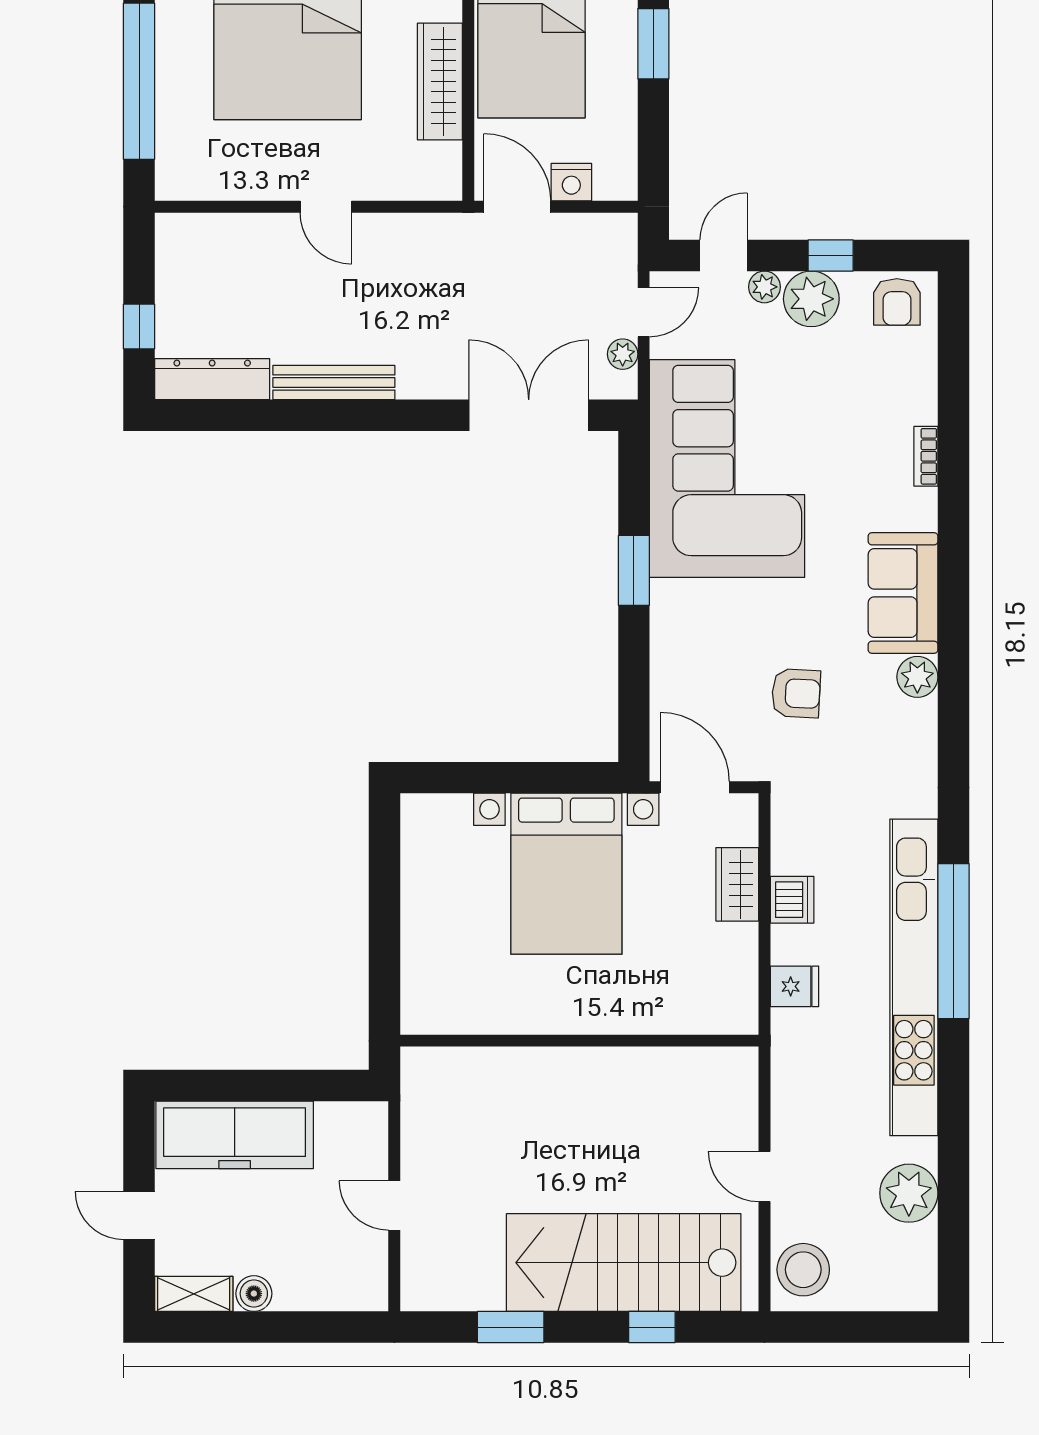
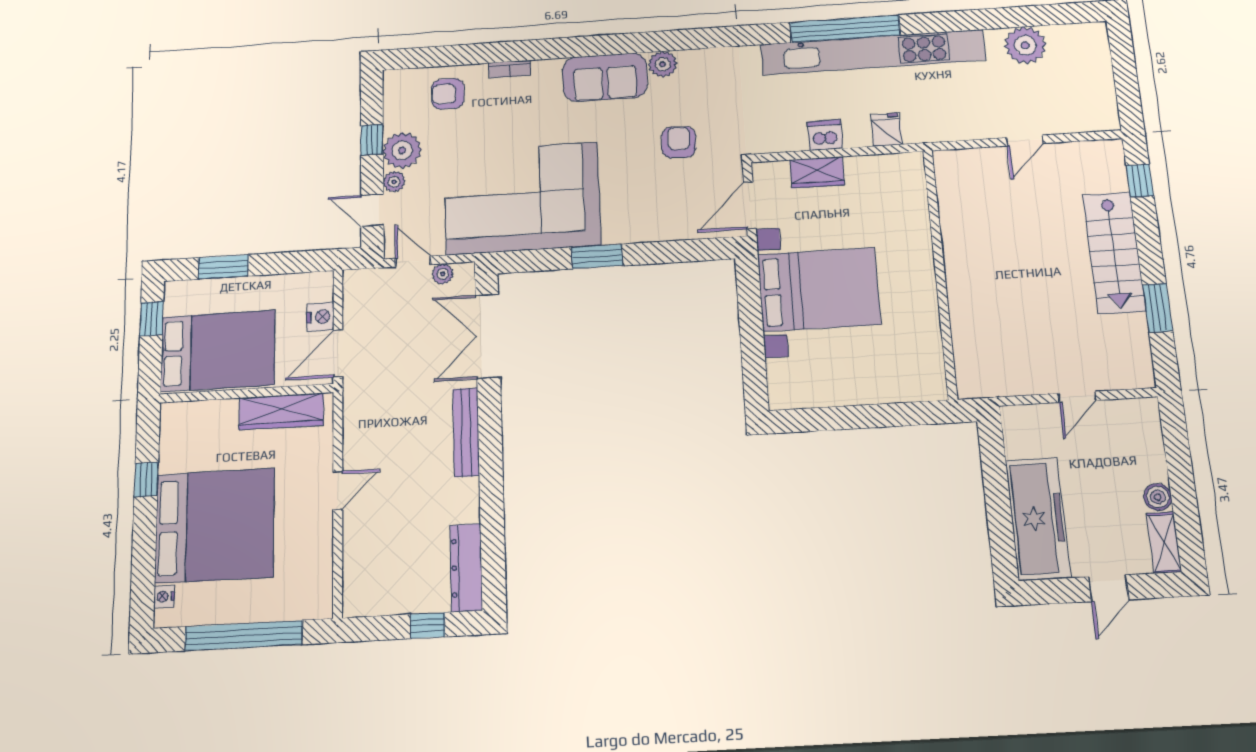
wardrobe: (440, 81) -> (281, 411), moved
armchair: (897, 302) -> (448, 94), moved, turned 180
bench: (334, 382) -> (466, 432), moved
stairs: (624, 1263) -> (1114, 253), width x0.73, depth x0.66
stool: (803, 1270) -> (1088, 110), removed
window: (652, 1327) -> (1140, 181), moved

